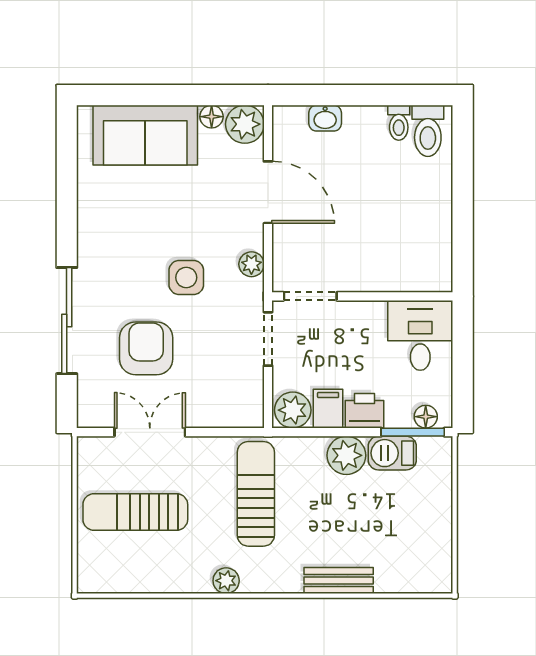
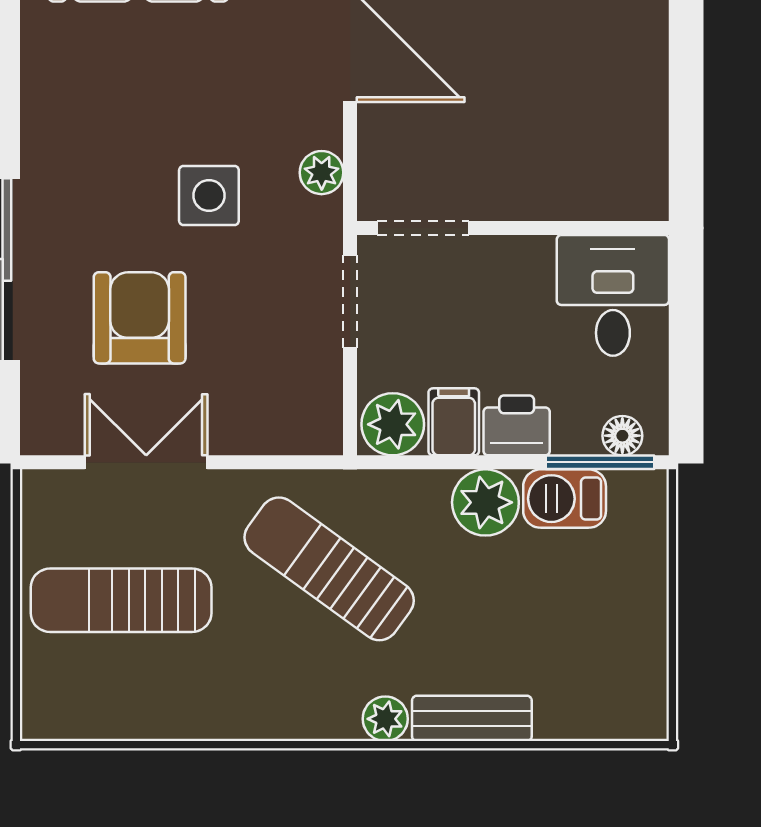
sun lounger: (256, 494) -> (329, 569), turned -54
plant: (226, 581) -> (385, 719), moved

